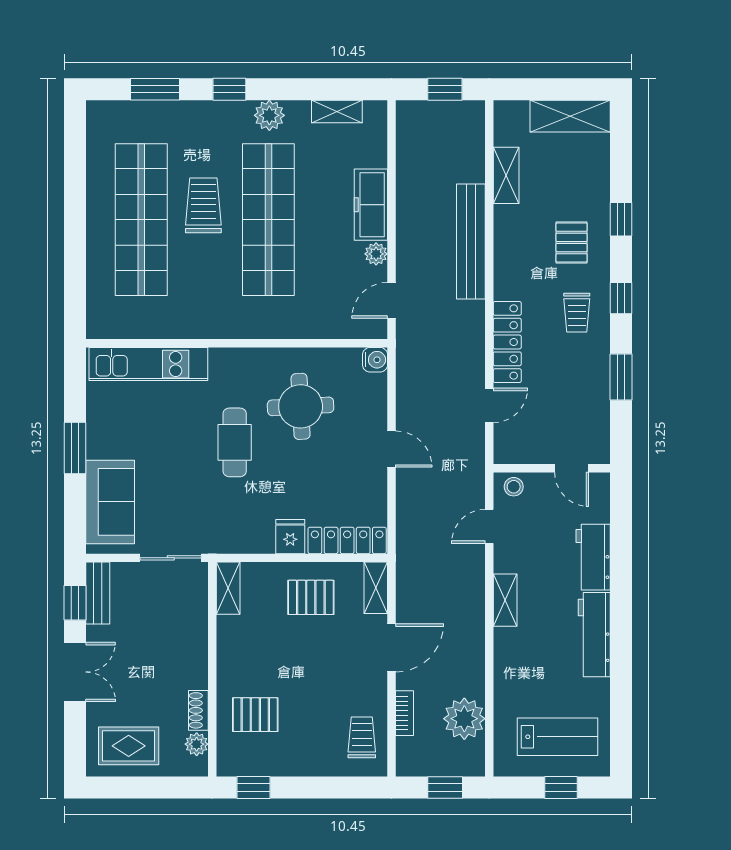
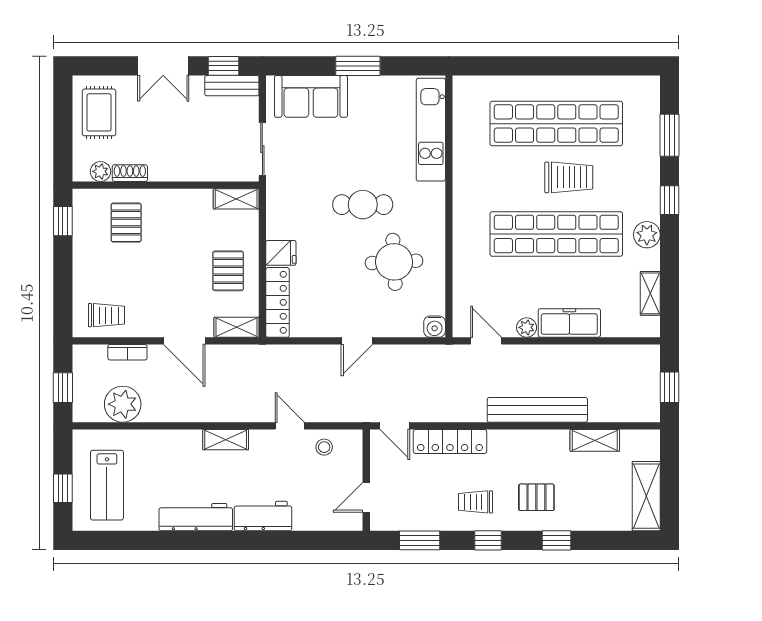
wall: (552, 468) -> (366, 480), moved
door: (572, 468) -> (366, 497), moved

